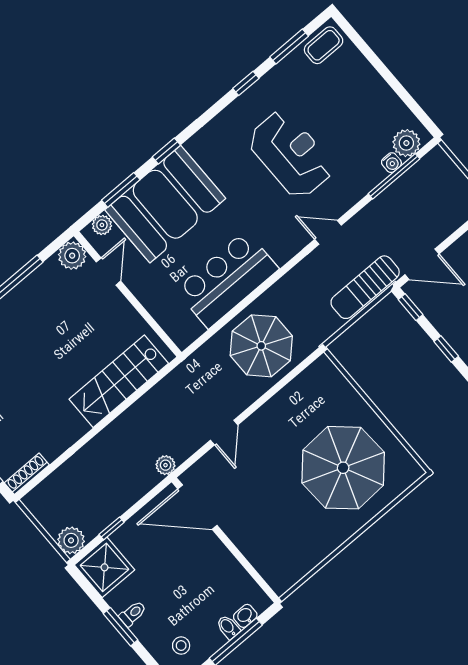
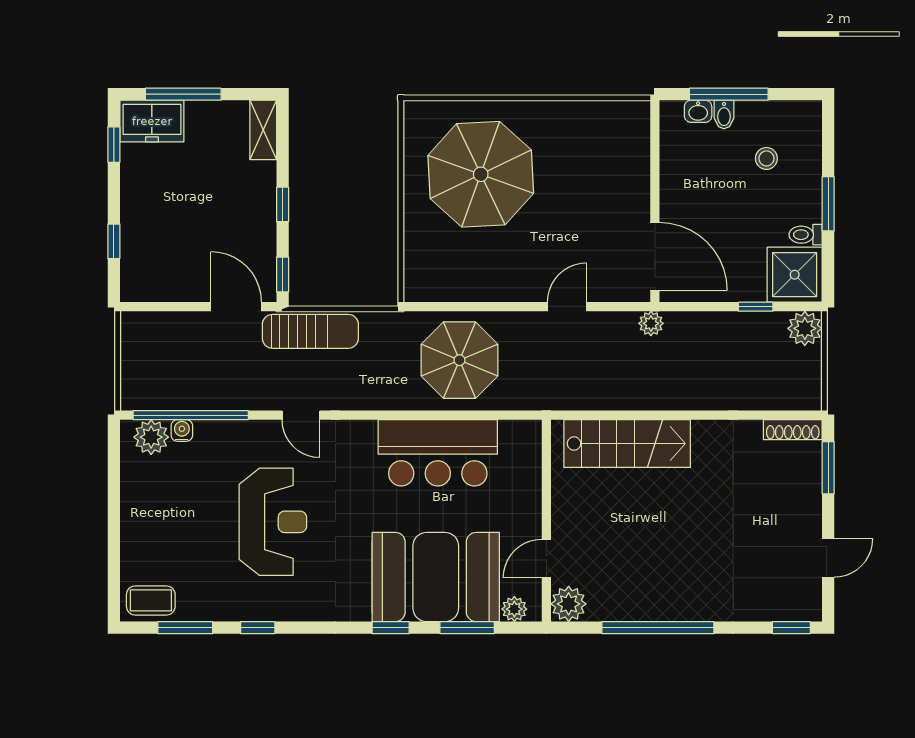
reception desk: (291, 154) -> (273, 522), turned 180
window: (394, 176) -> (191, 415), width x1.46
toilet: (133, 614) -> (806, 235), moved
stool: (181, 646) -> (766, 158), moved

